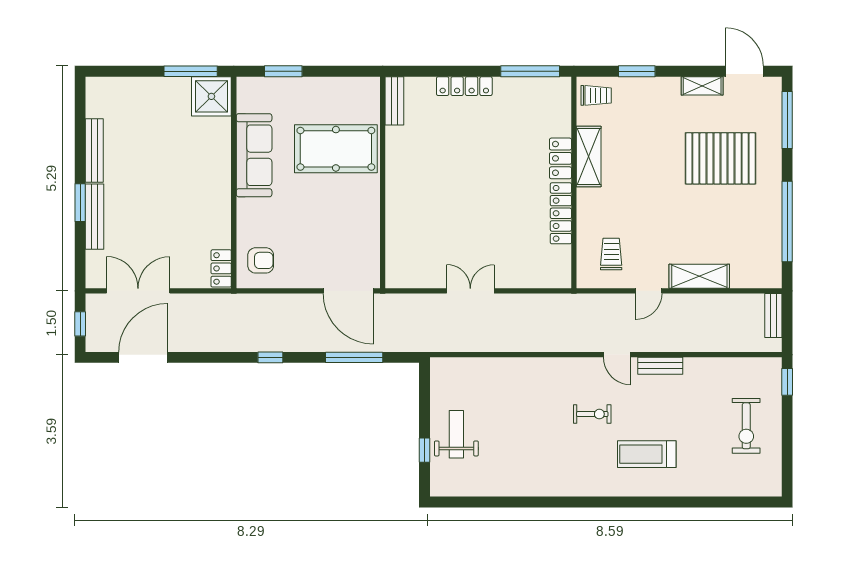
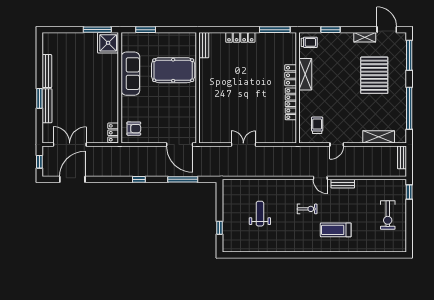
pallet: (721, 158) -> (374, 75), turned 90
shelving: (699, 276) -> (379, 137), moved
weight bench: (456, 434) -> (260, 214), moved

